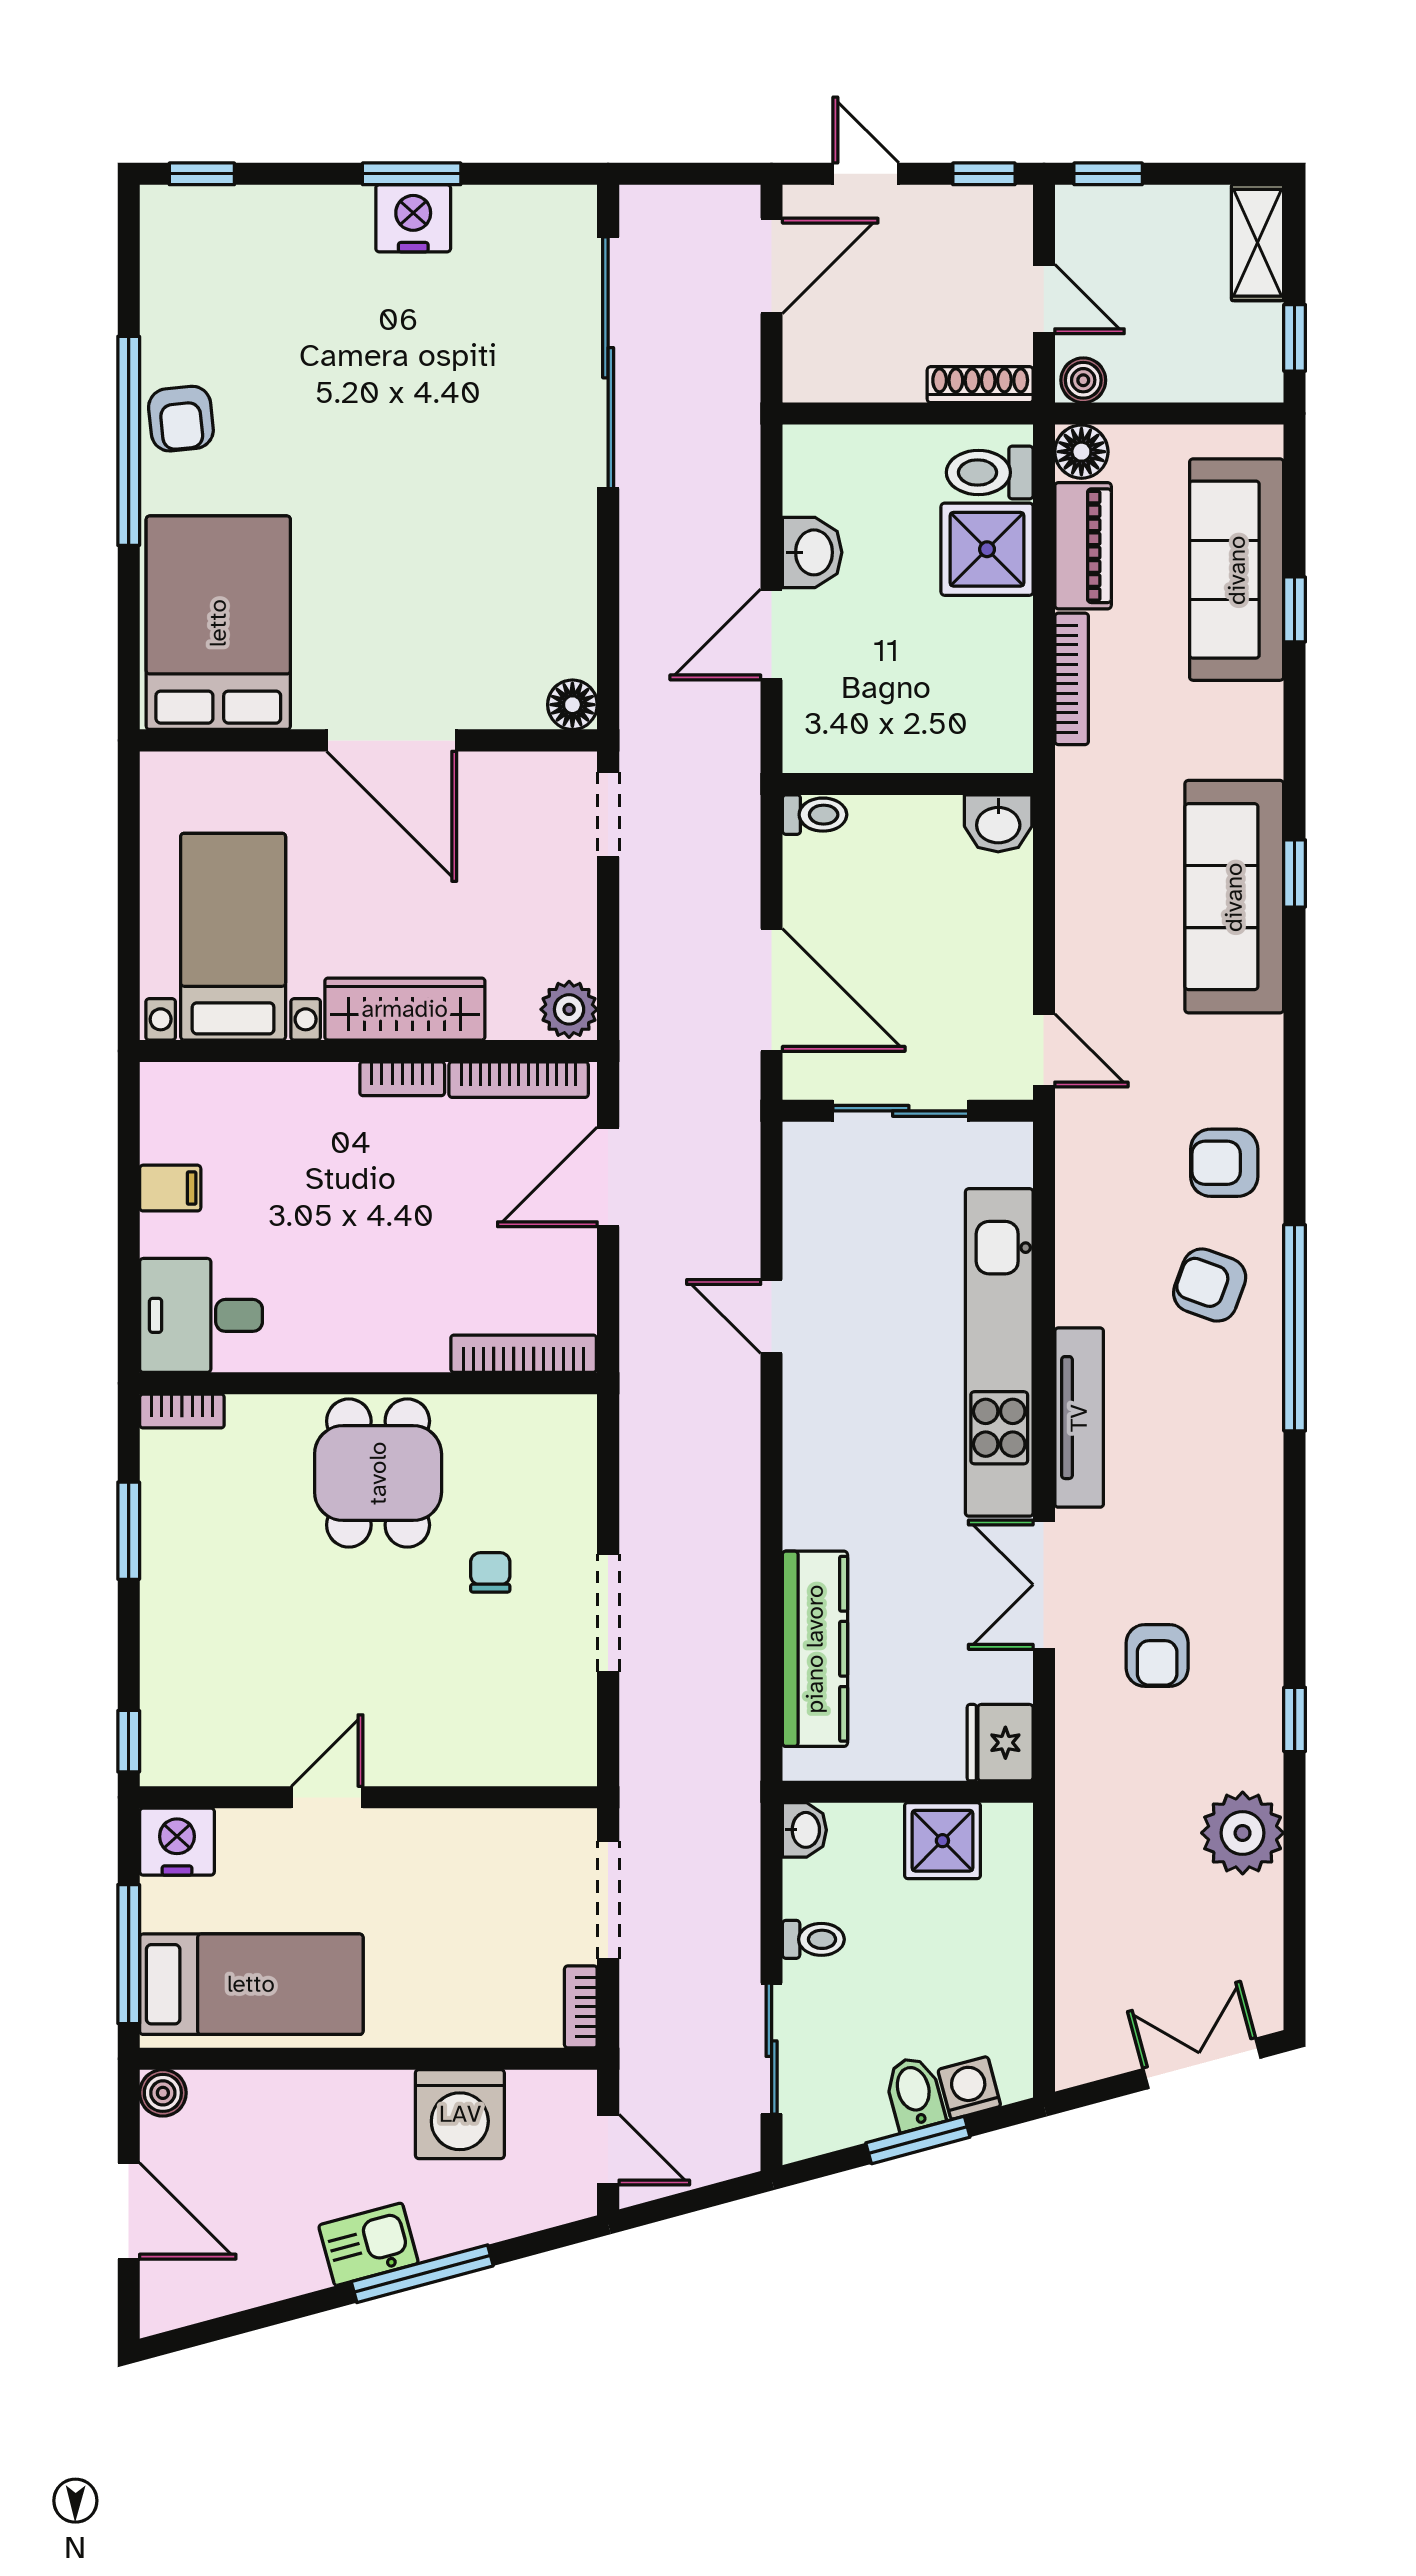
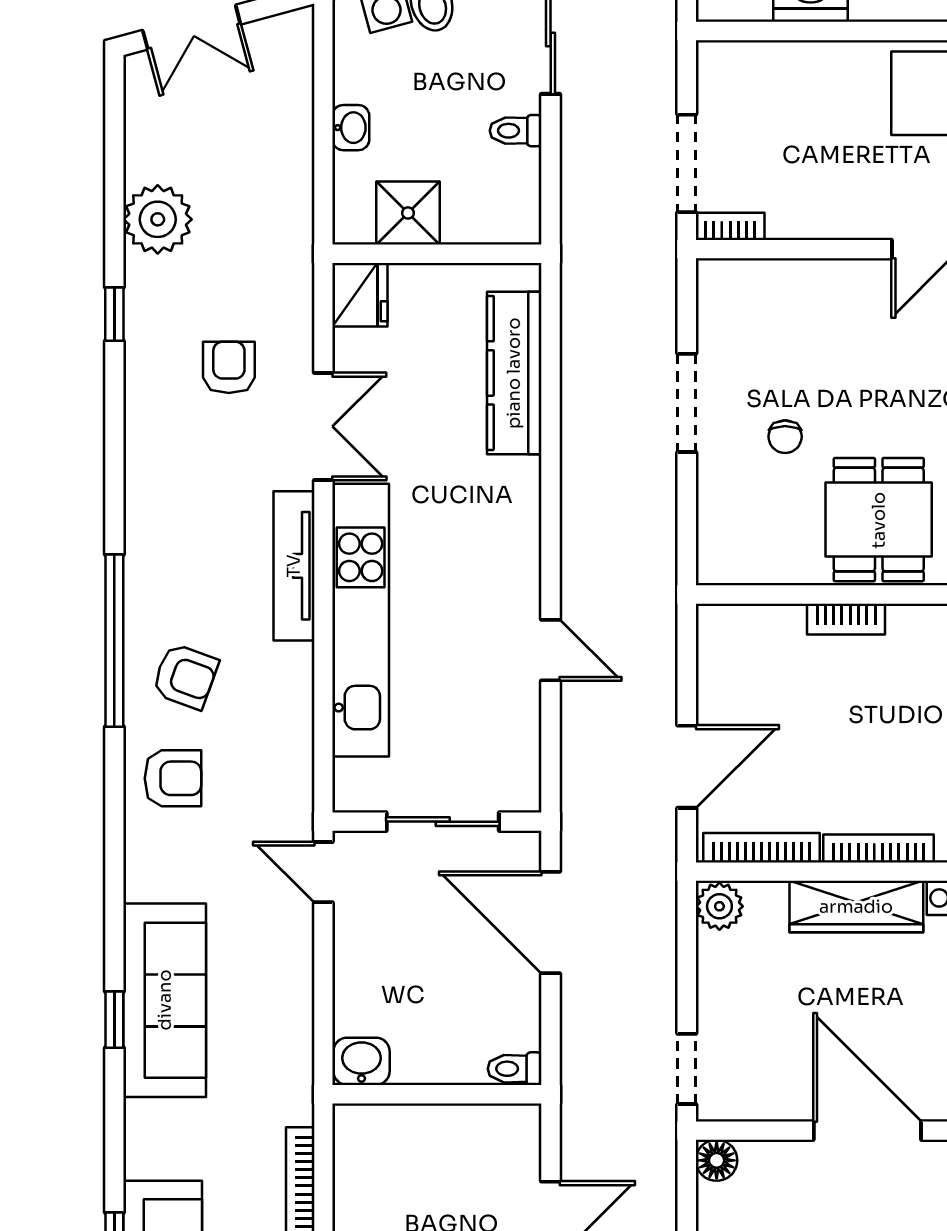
bookcase: (402, 1079) -> (878, 848), width x1.56
bookcase: (524, 1354) -> (846, 619), moved, width x0.64
washbasin: (804, 1830) -> (351, 128), moved, turned 180
bookcase: (581, 2007) -> (730, 226), moved, turned -90

